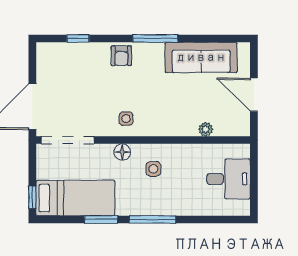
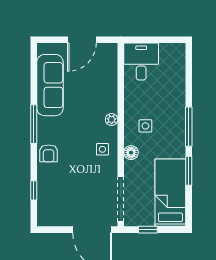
armchair: (121, 56) -> (49, 153), turned 90
plant: (206, 129) -> (112, 119), moved
desk: (229, 179) -> (141, 62), moved
window: (32, 197) -> (148, 230), moved

